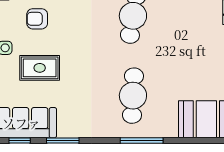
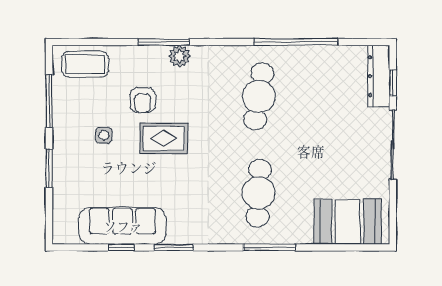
armchair: (37, 19) -> (143, 100), turned -90
rug: (40, 68) -> (164, 138), moved

